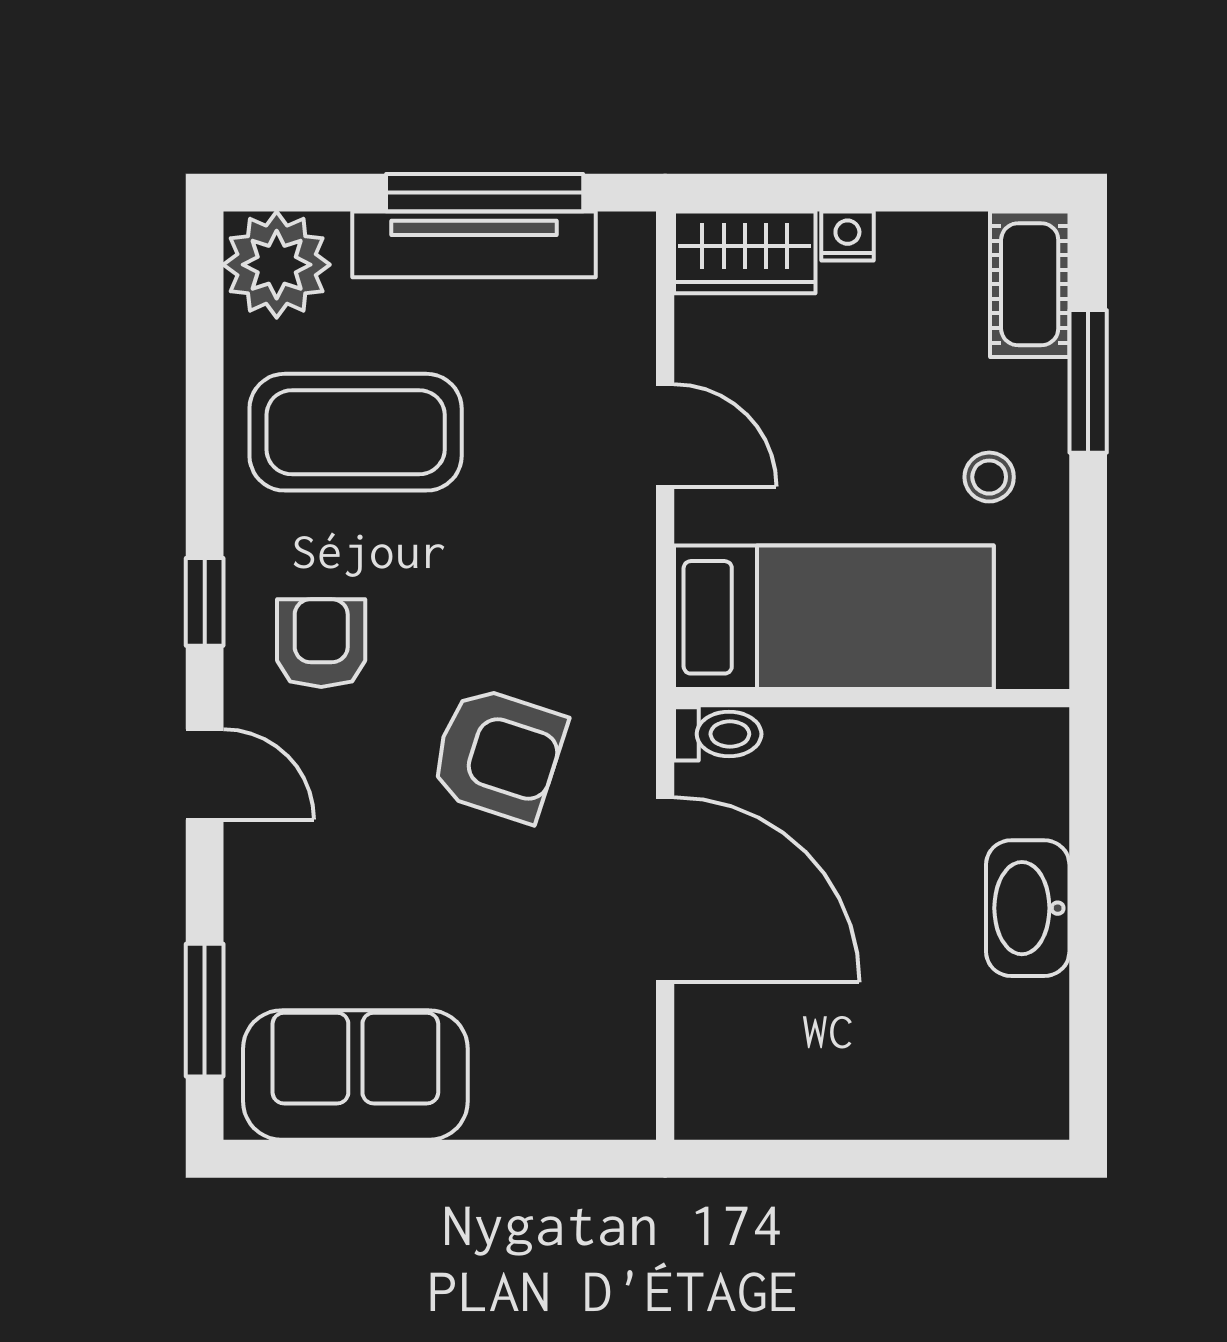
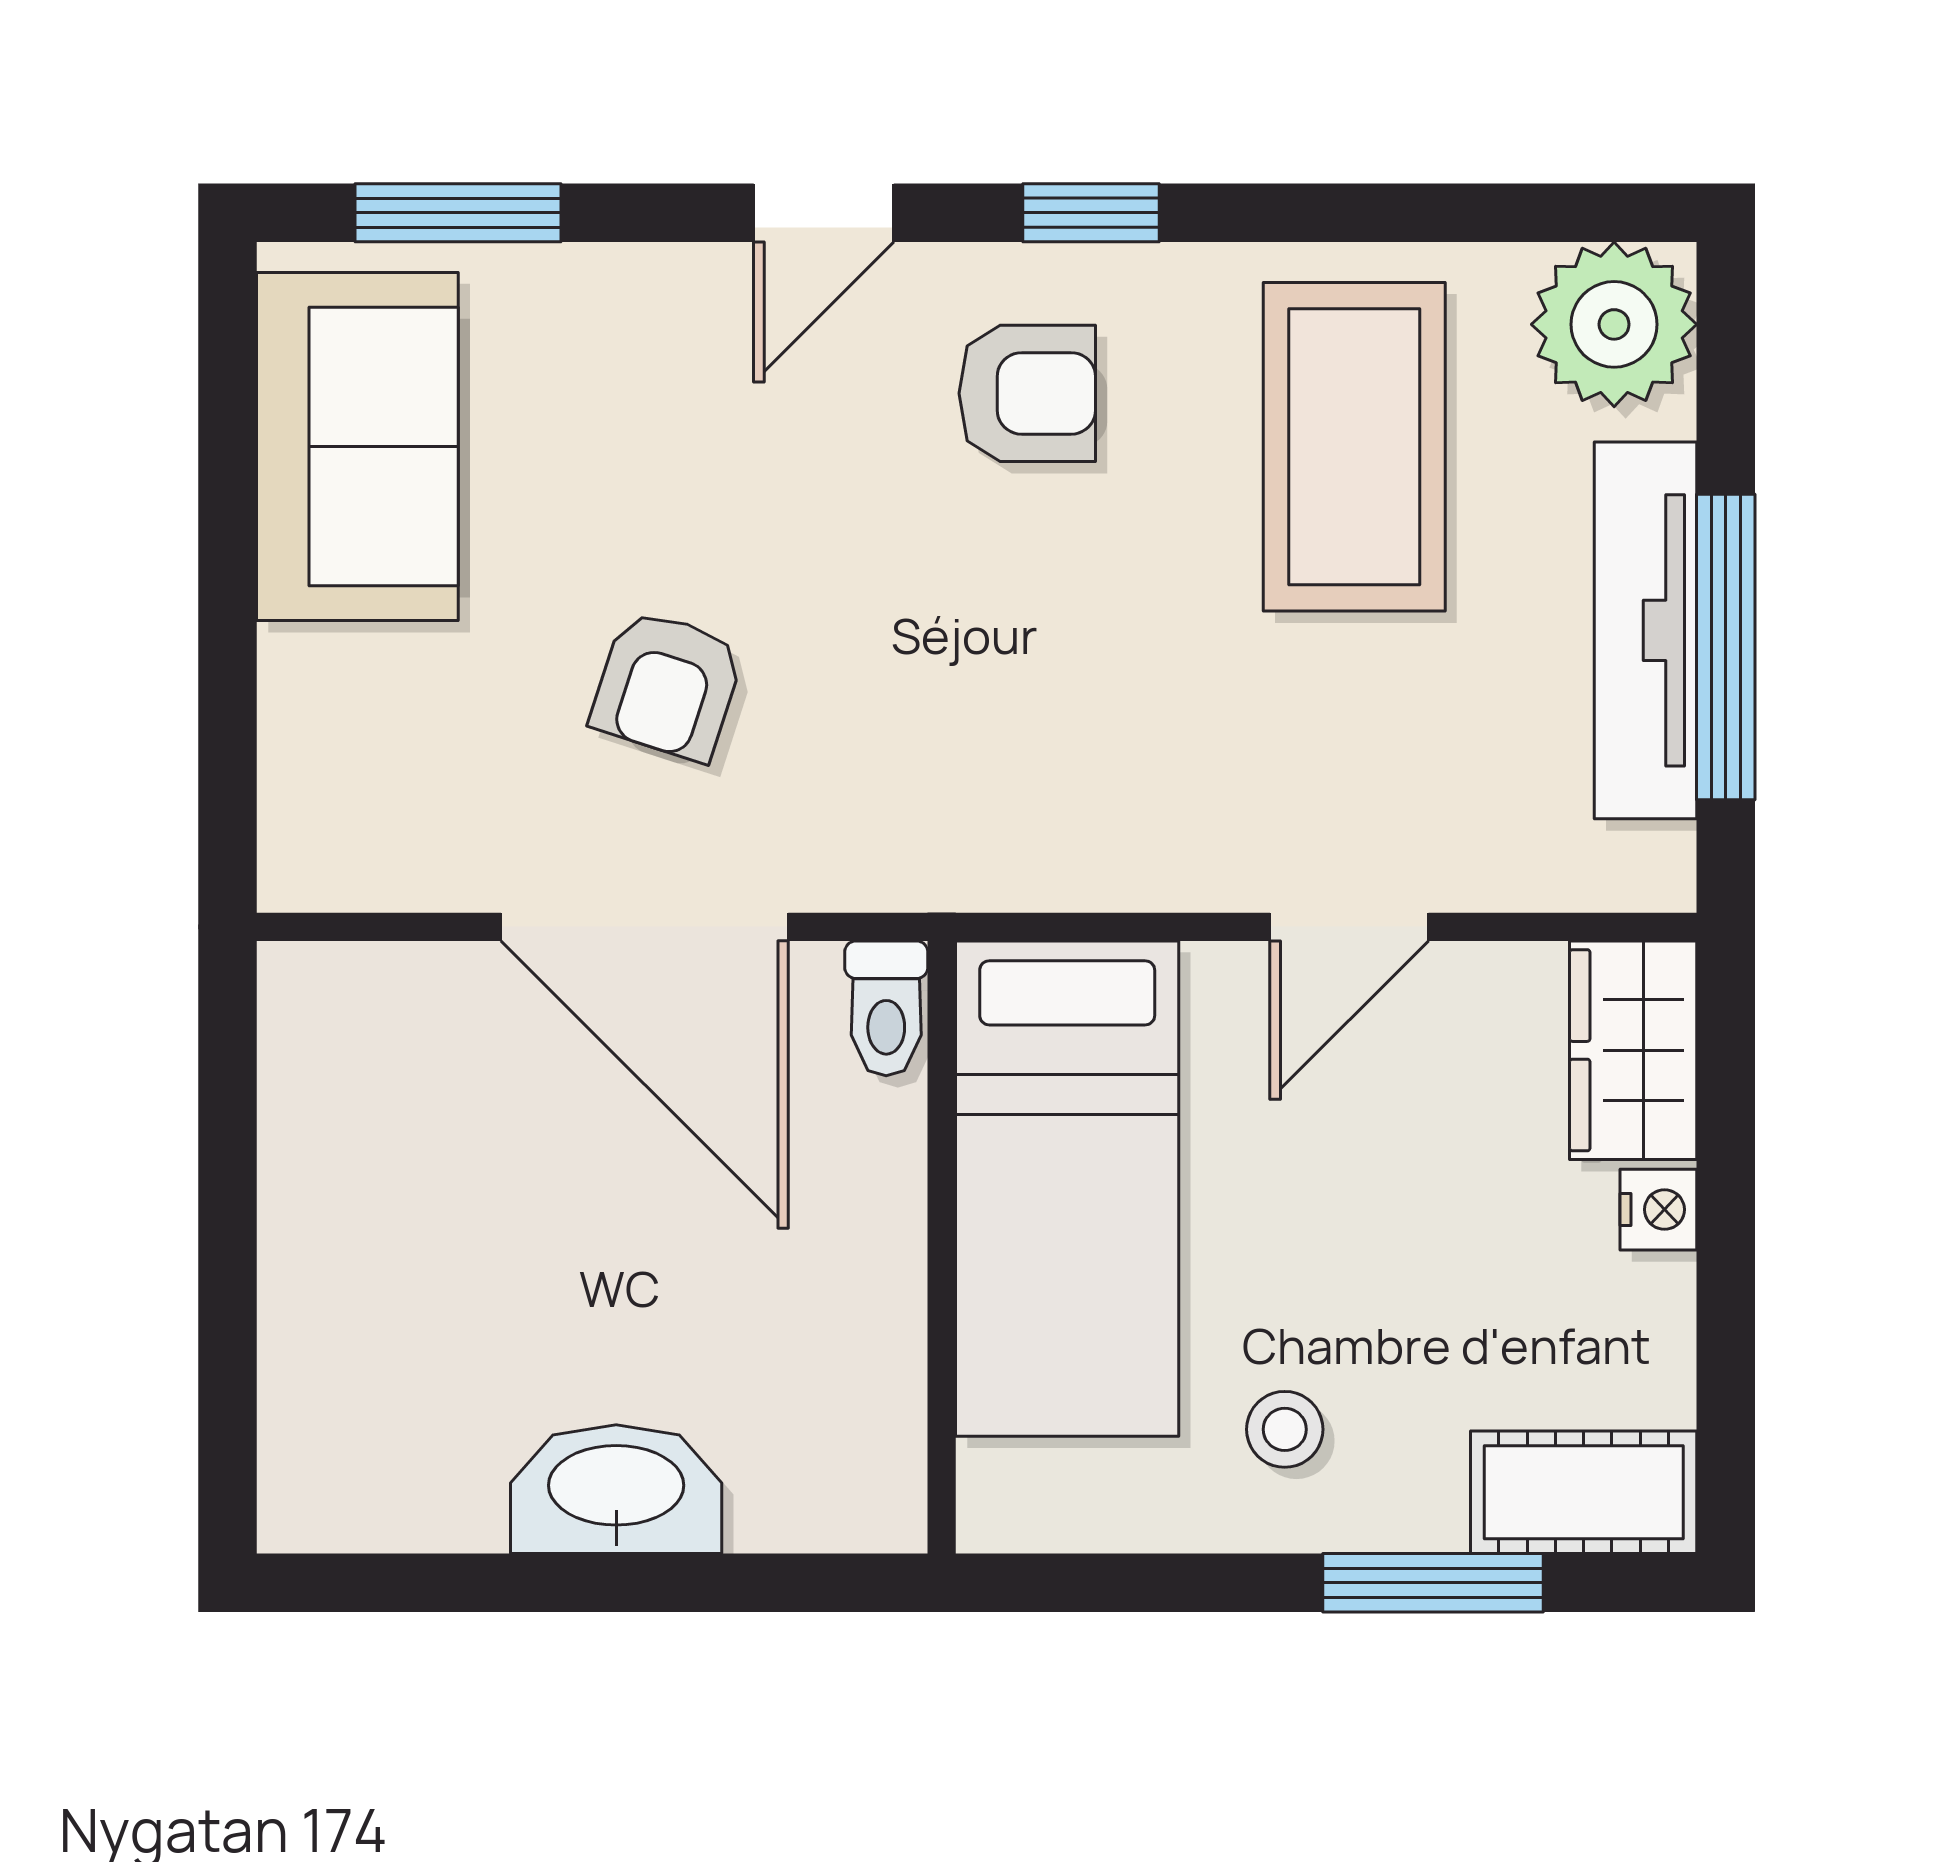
armchair: (498, 754) -> (667, 685), moved, width x0.72, depth x0.72
door: (665, 890) -> (645, 927), hinge flipped

